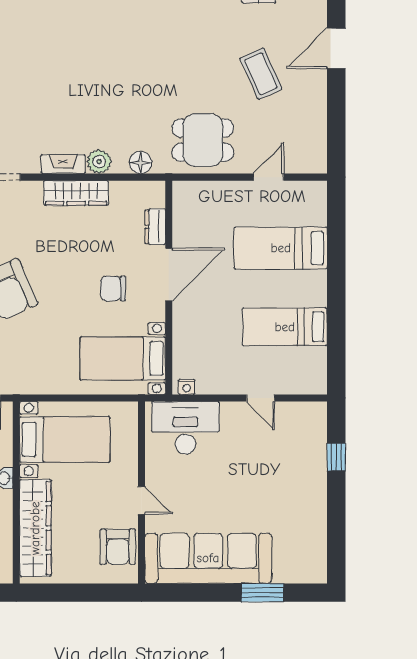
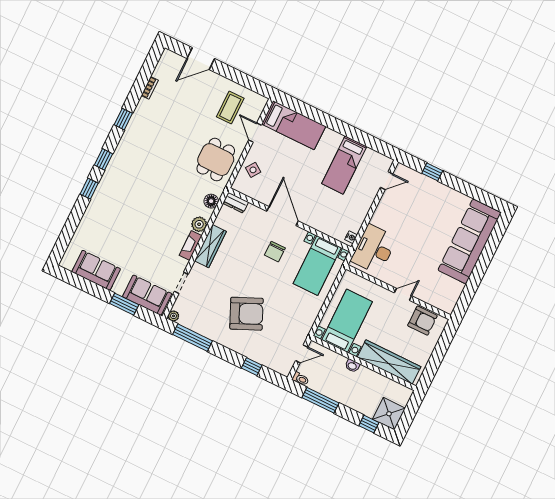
door: (336, 48) -> (201, 59), hinge flipped
coffee table: (261, 74) -> (230, 108), moved, turned -66
side table: (214, 200) -> (253, 170), added
dresser: (155, 227) -> (236, 203), moved
bed: (281, 248) -> (294, 125), moved, turned -90
door: (261, 398) -> (387, 181), moved
sofa: (208, 558) -> (469, 241), moved
window: (263, 593) -> (489, 251), removed

